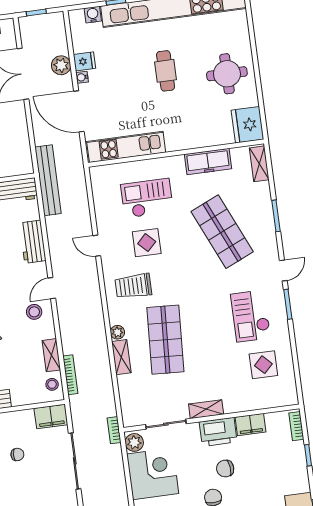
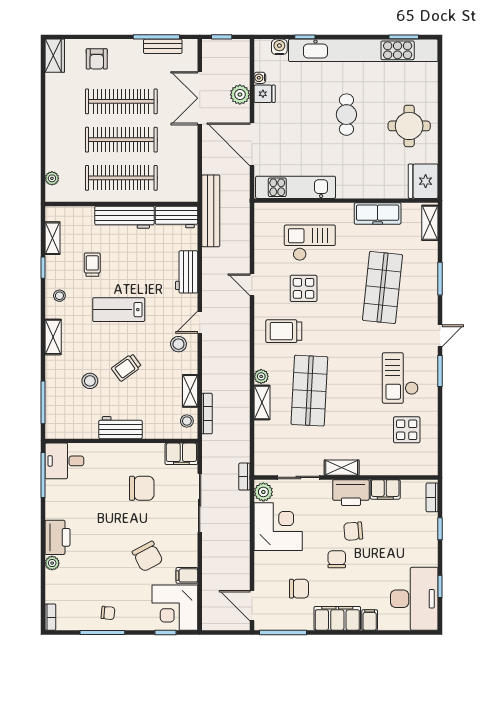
water cooler: (82, 77) -> (260, 78), moved
shop shelf: (222, 232) -> (382, 287), turned 30
chair: (17, 454) -> (142, 488), width x1.87, depth x1.87

